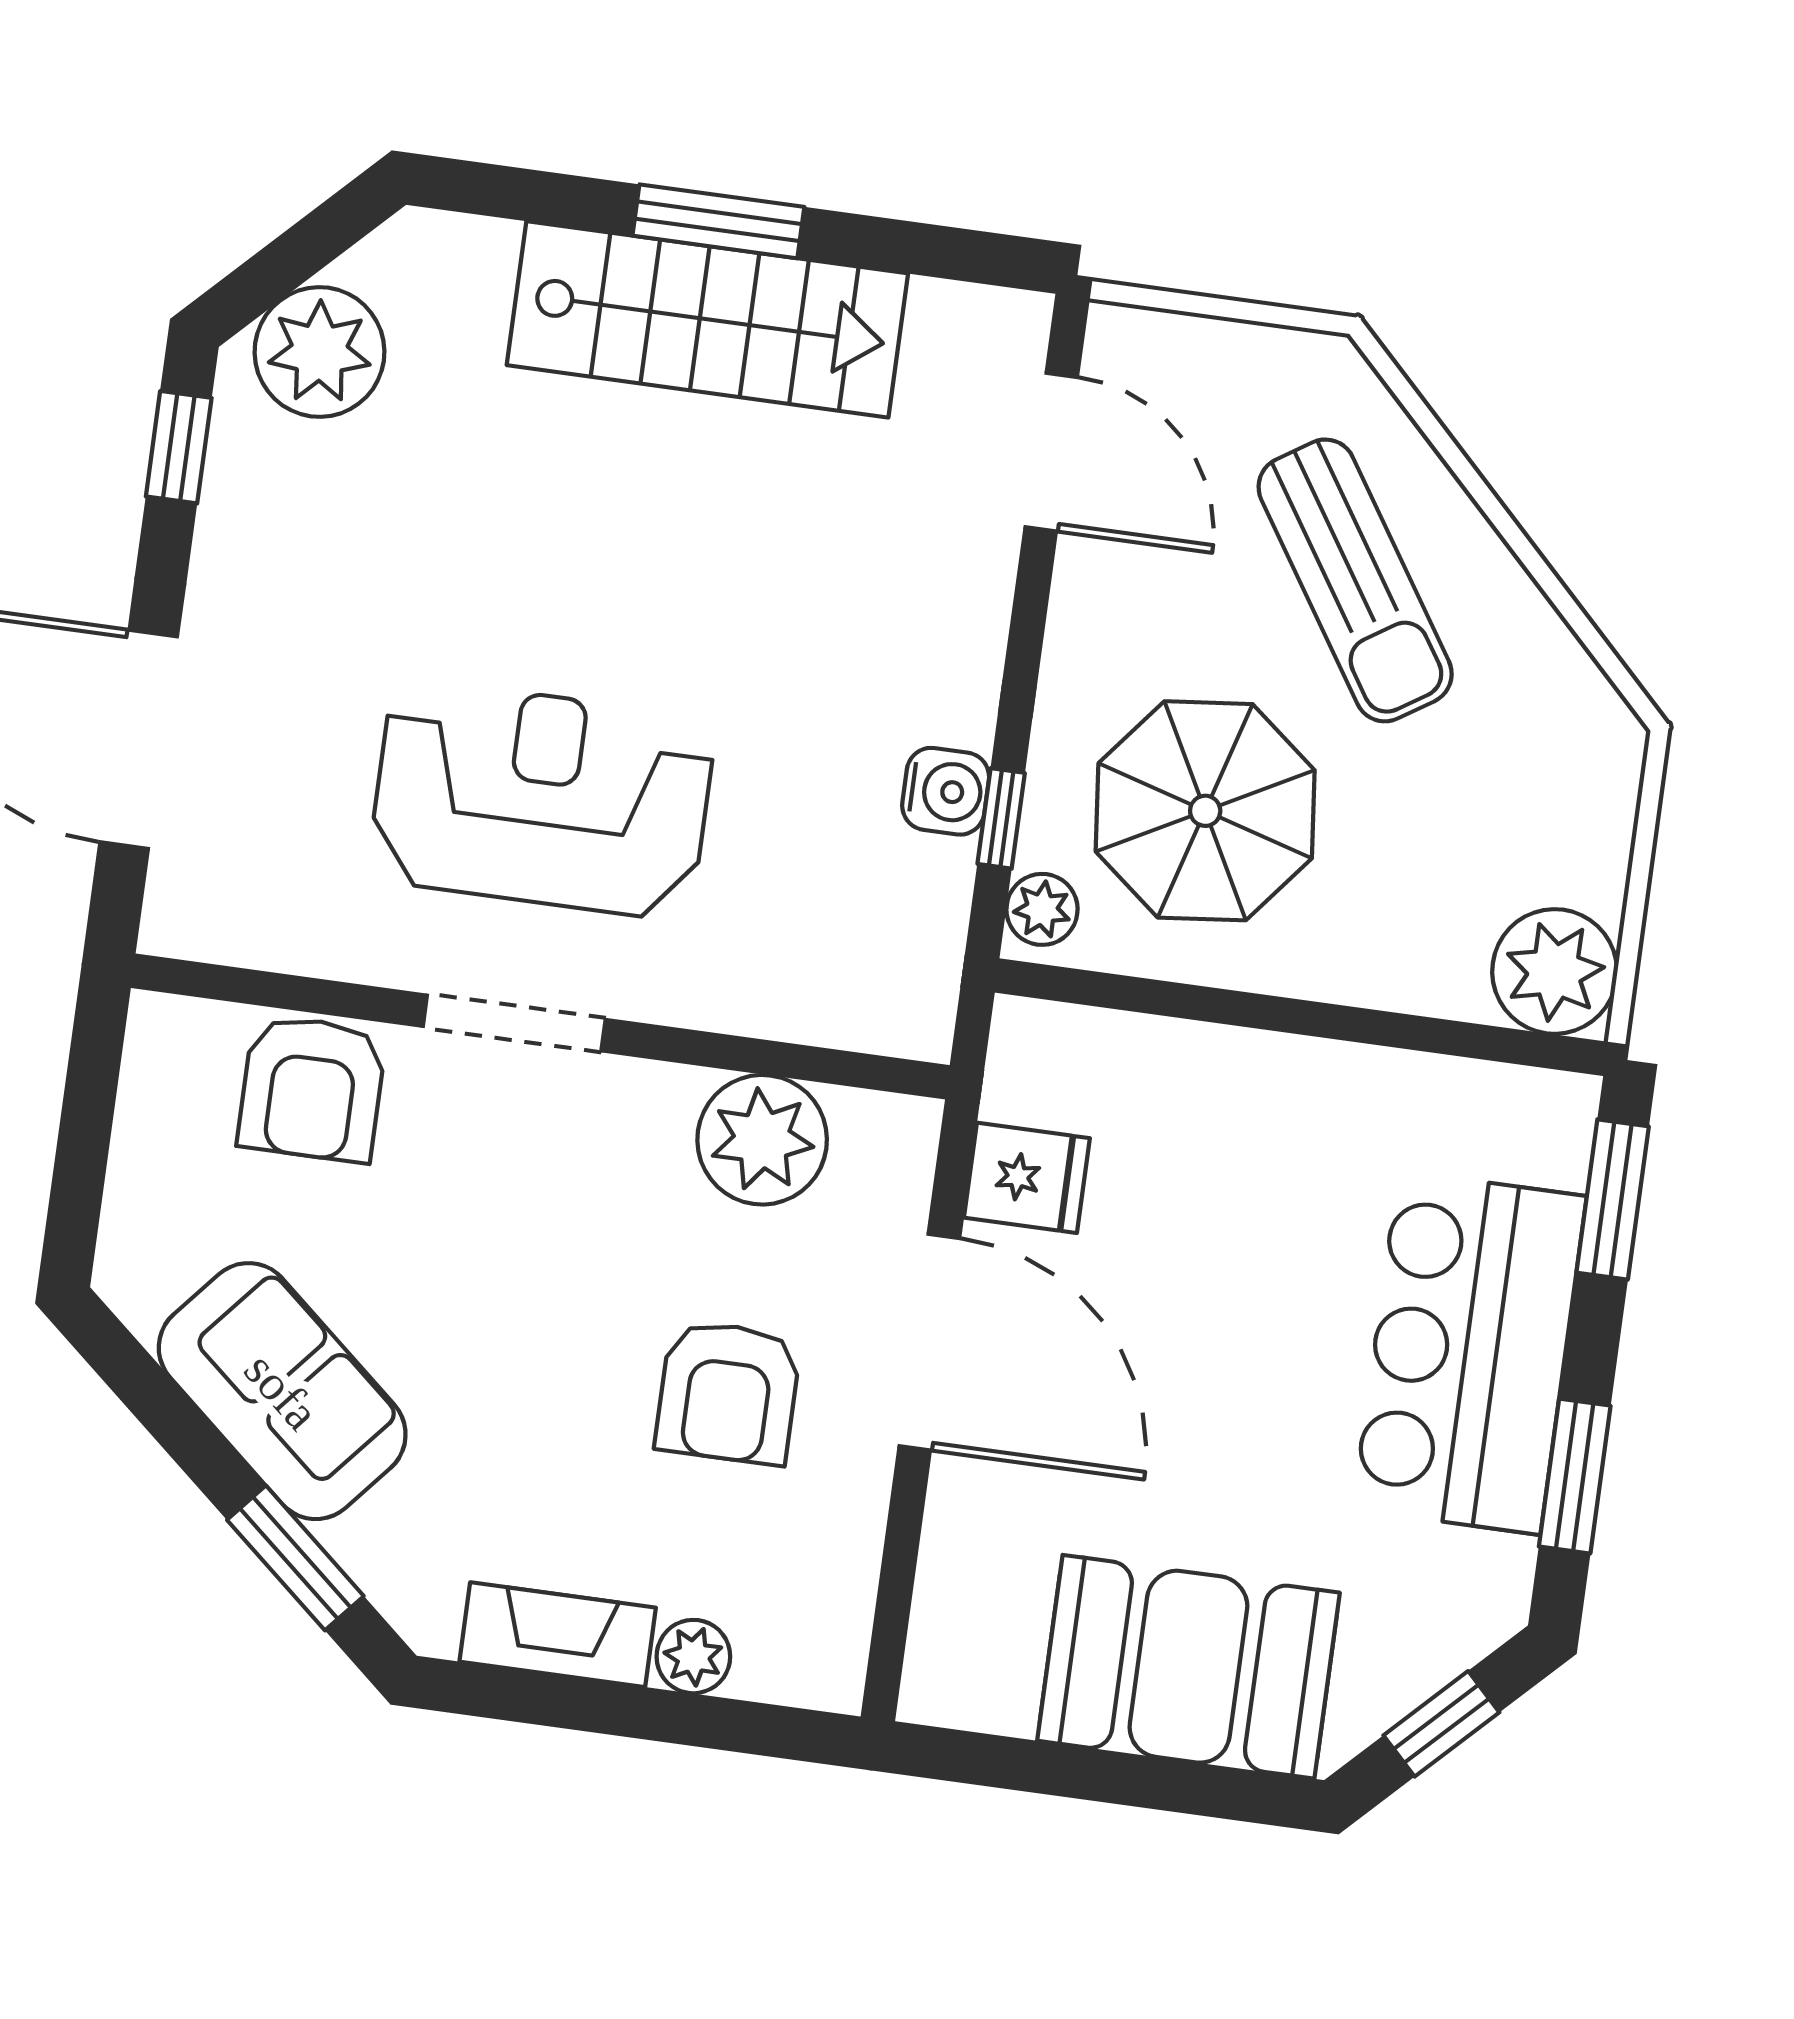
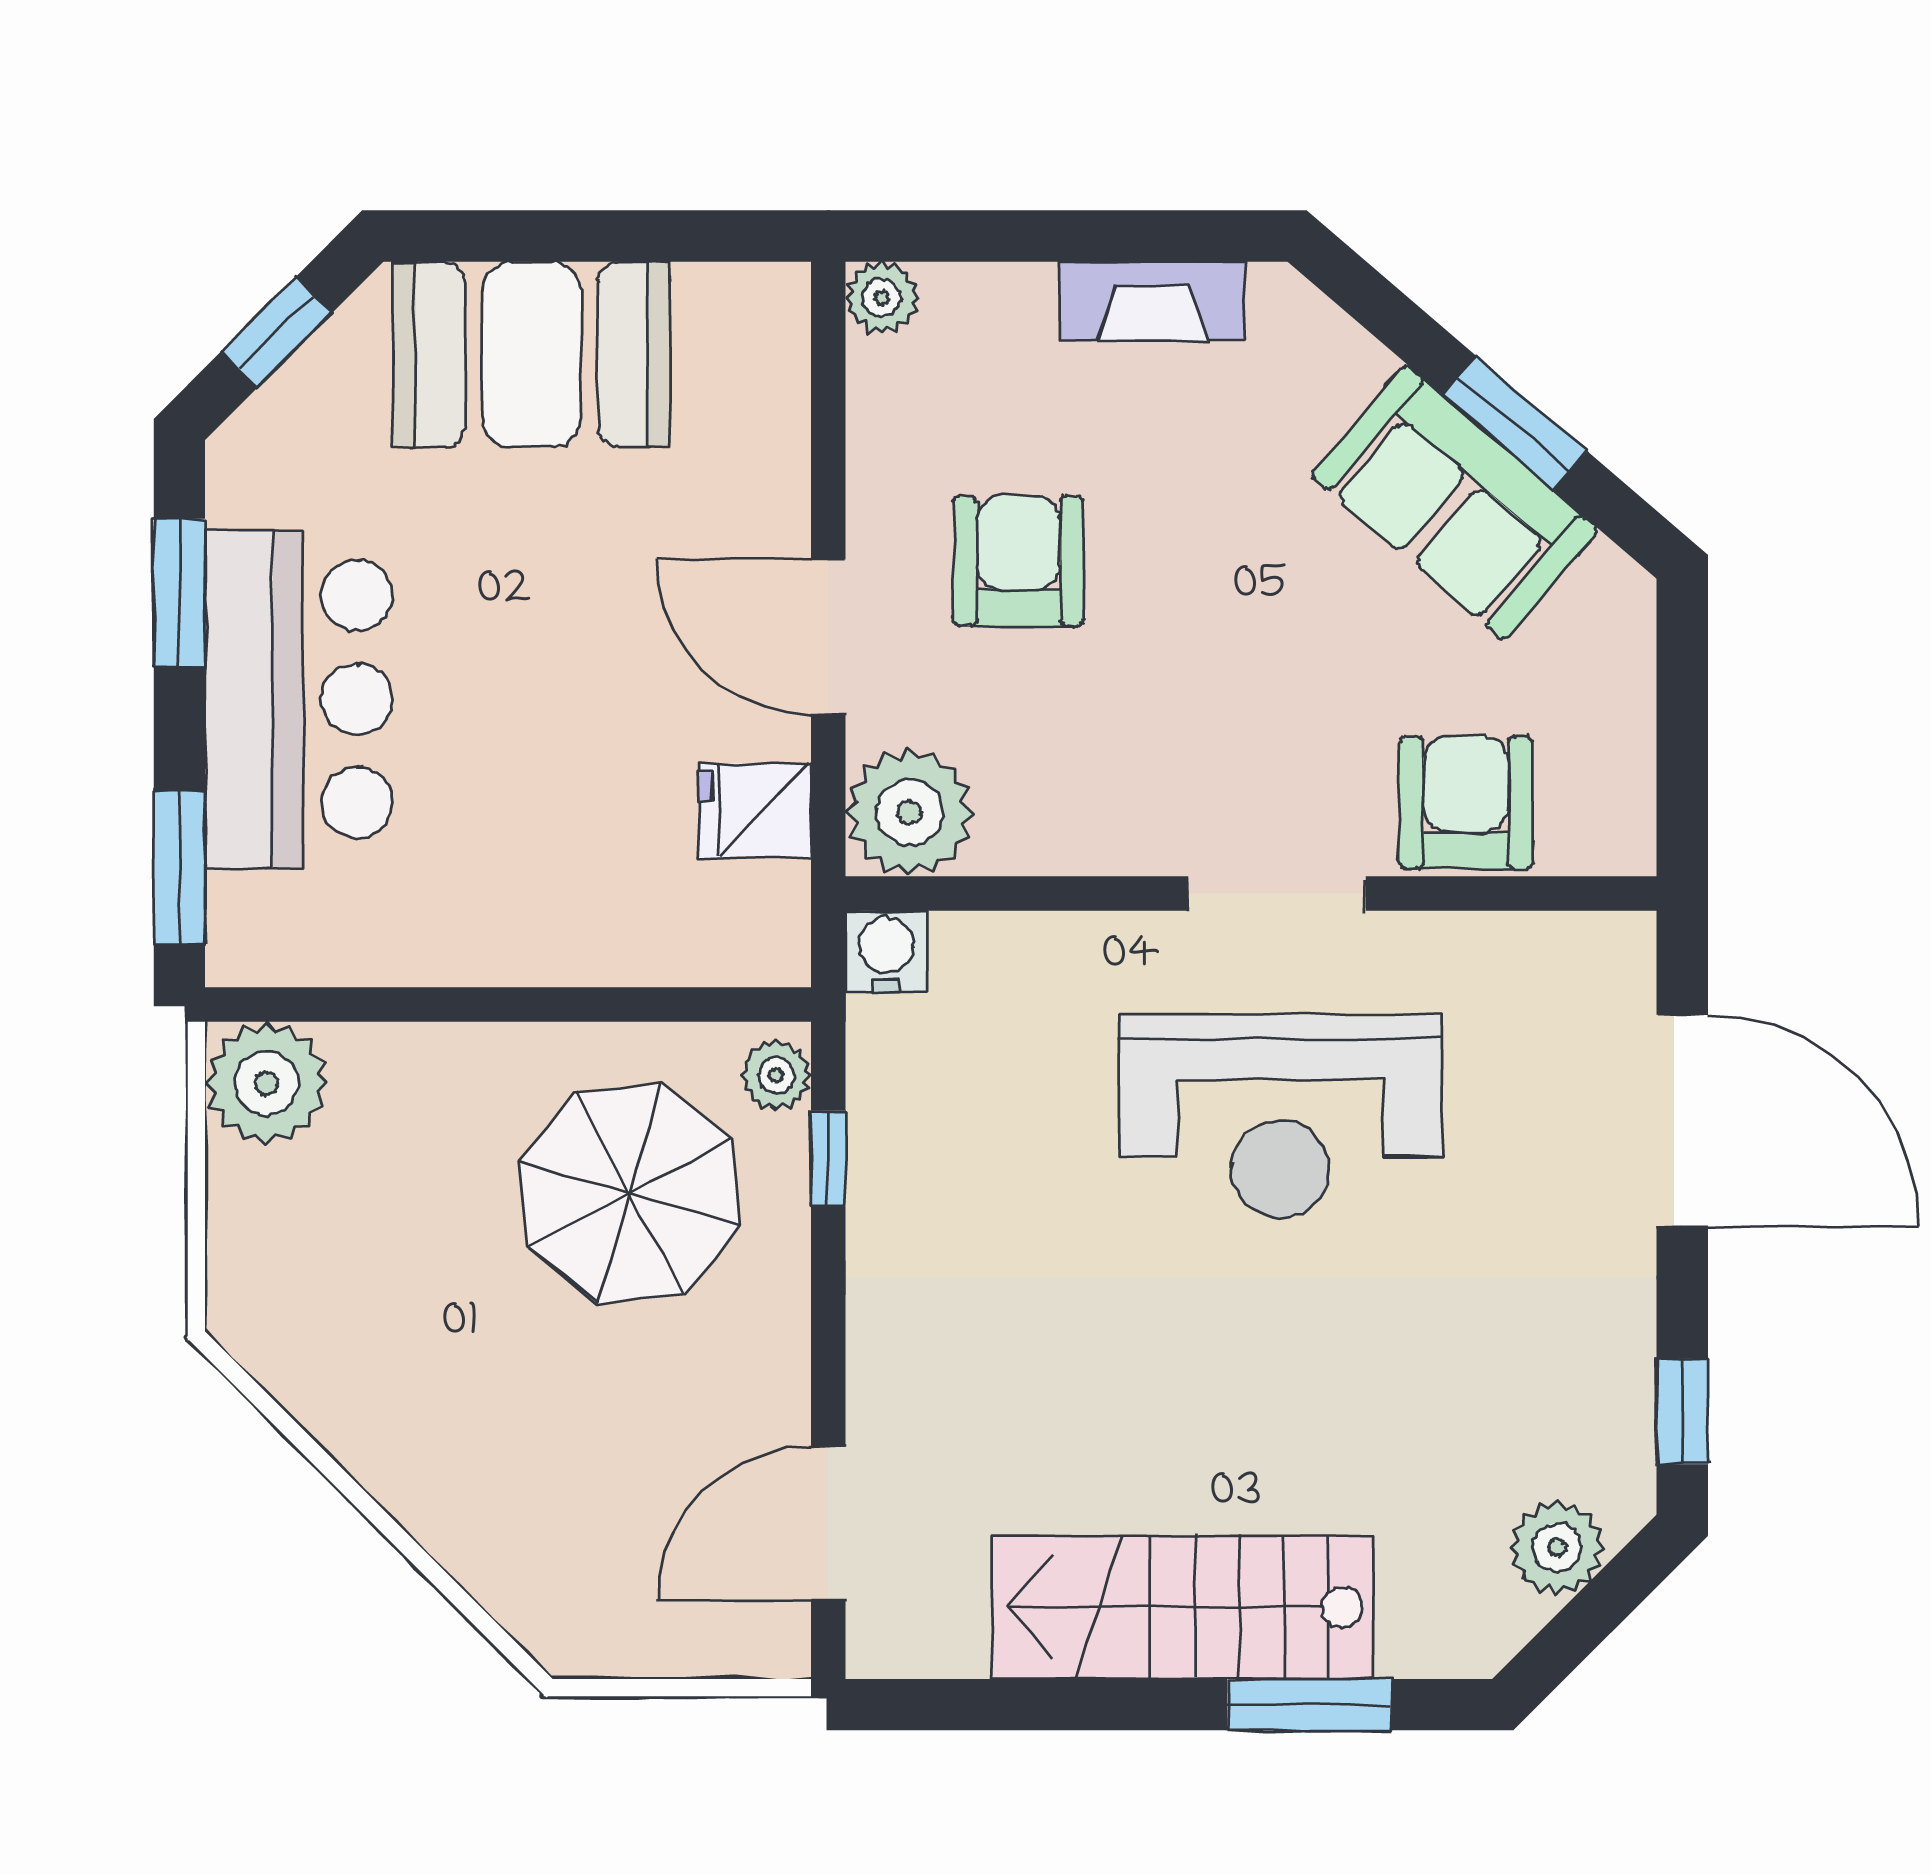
window: (718, 221) -> (1309, 1705), moved
plant: (320, 352) -> (1557, 1548), width x0.73, depth x0.73
door: (1051, 452) -> (828, 1523), hinge flipped
sun lounger: (1355, 580) -> (514, 1439), removed
water cooler: (946, 791) -> (886, 951), moved, turned 90
plant: (762, 1140) -> (909, 812), moved
door: (929, 1342) -> (828, 637), width x0.73
window: (295, 1558) -> (1515, 423), moved
plant: (693, 1657) -> (882, 298), moved

